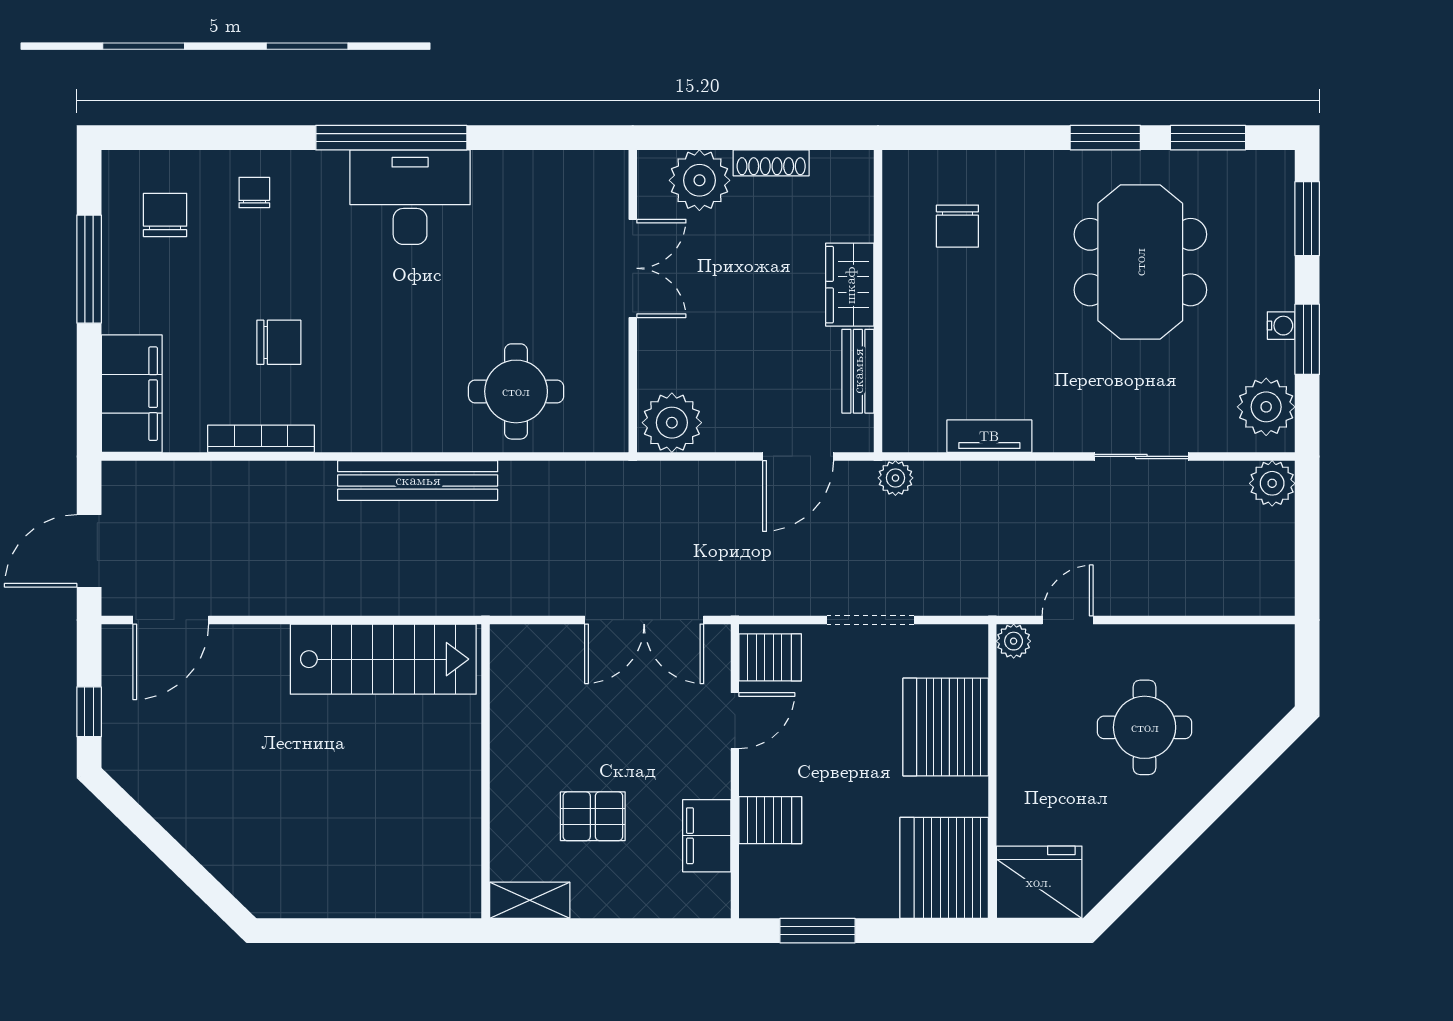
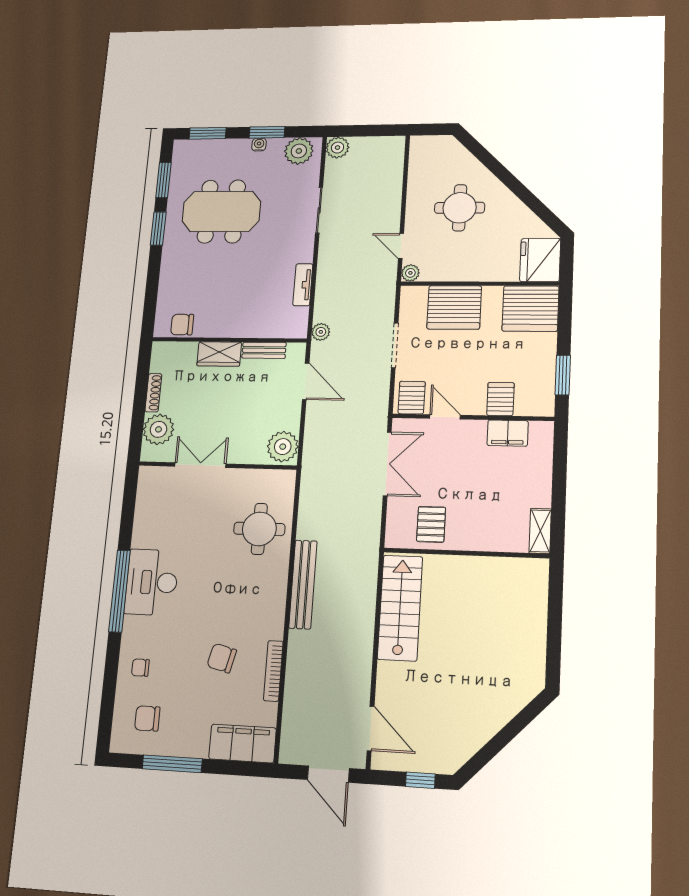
chair: (957, 226) -> (182, 325), moved, turned 180
chair: (279, 342) -> (222, 658), turned -76
pallet: (593, 816) -> (431, 524), moved

